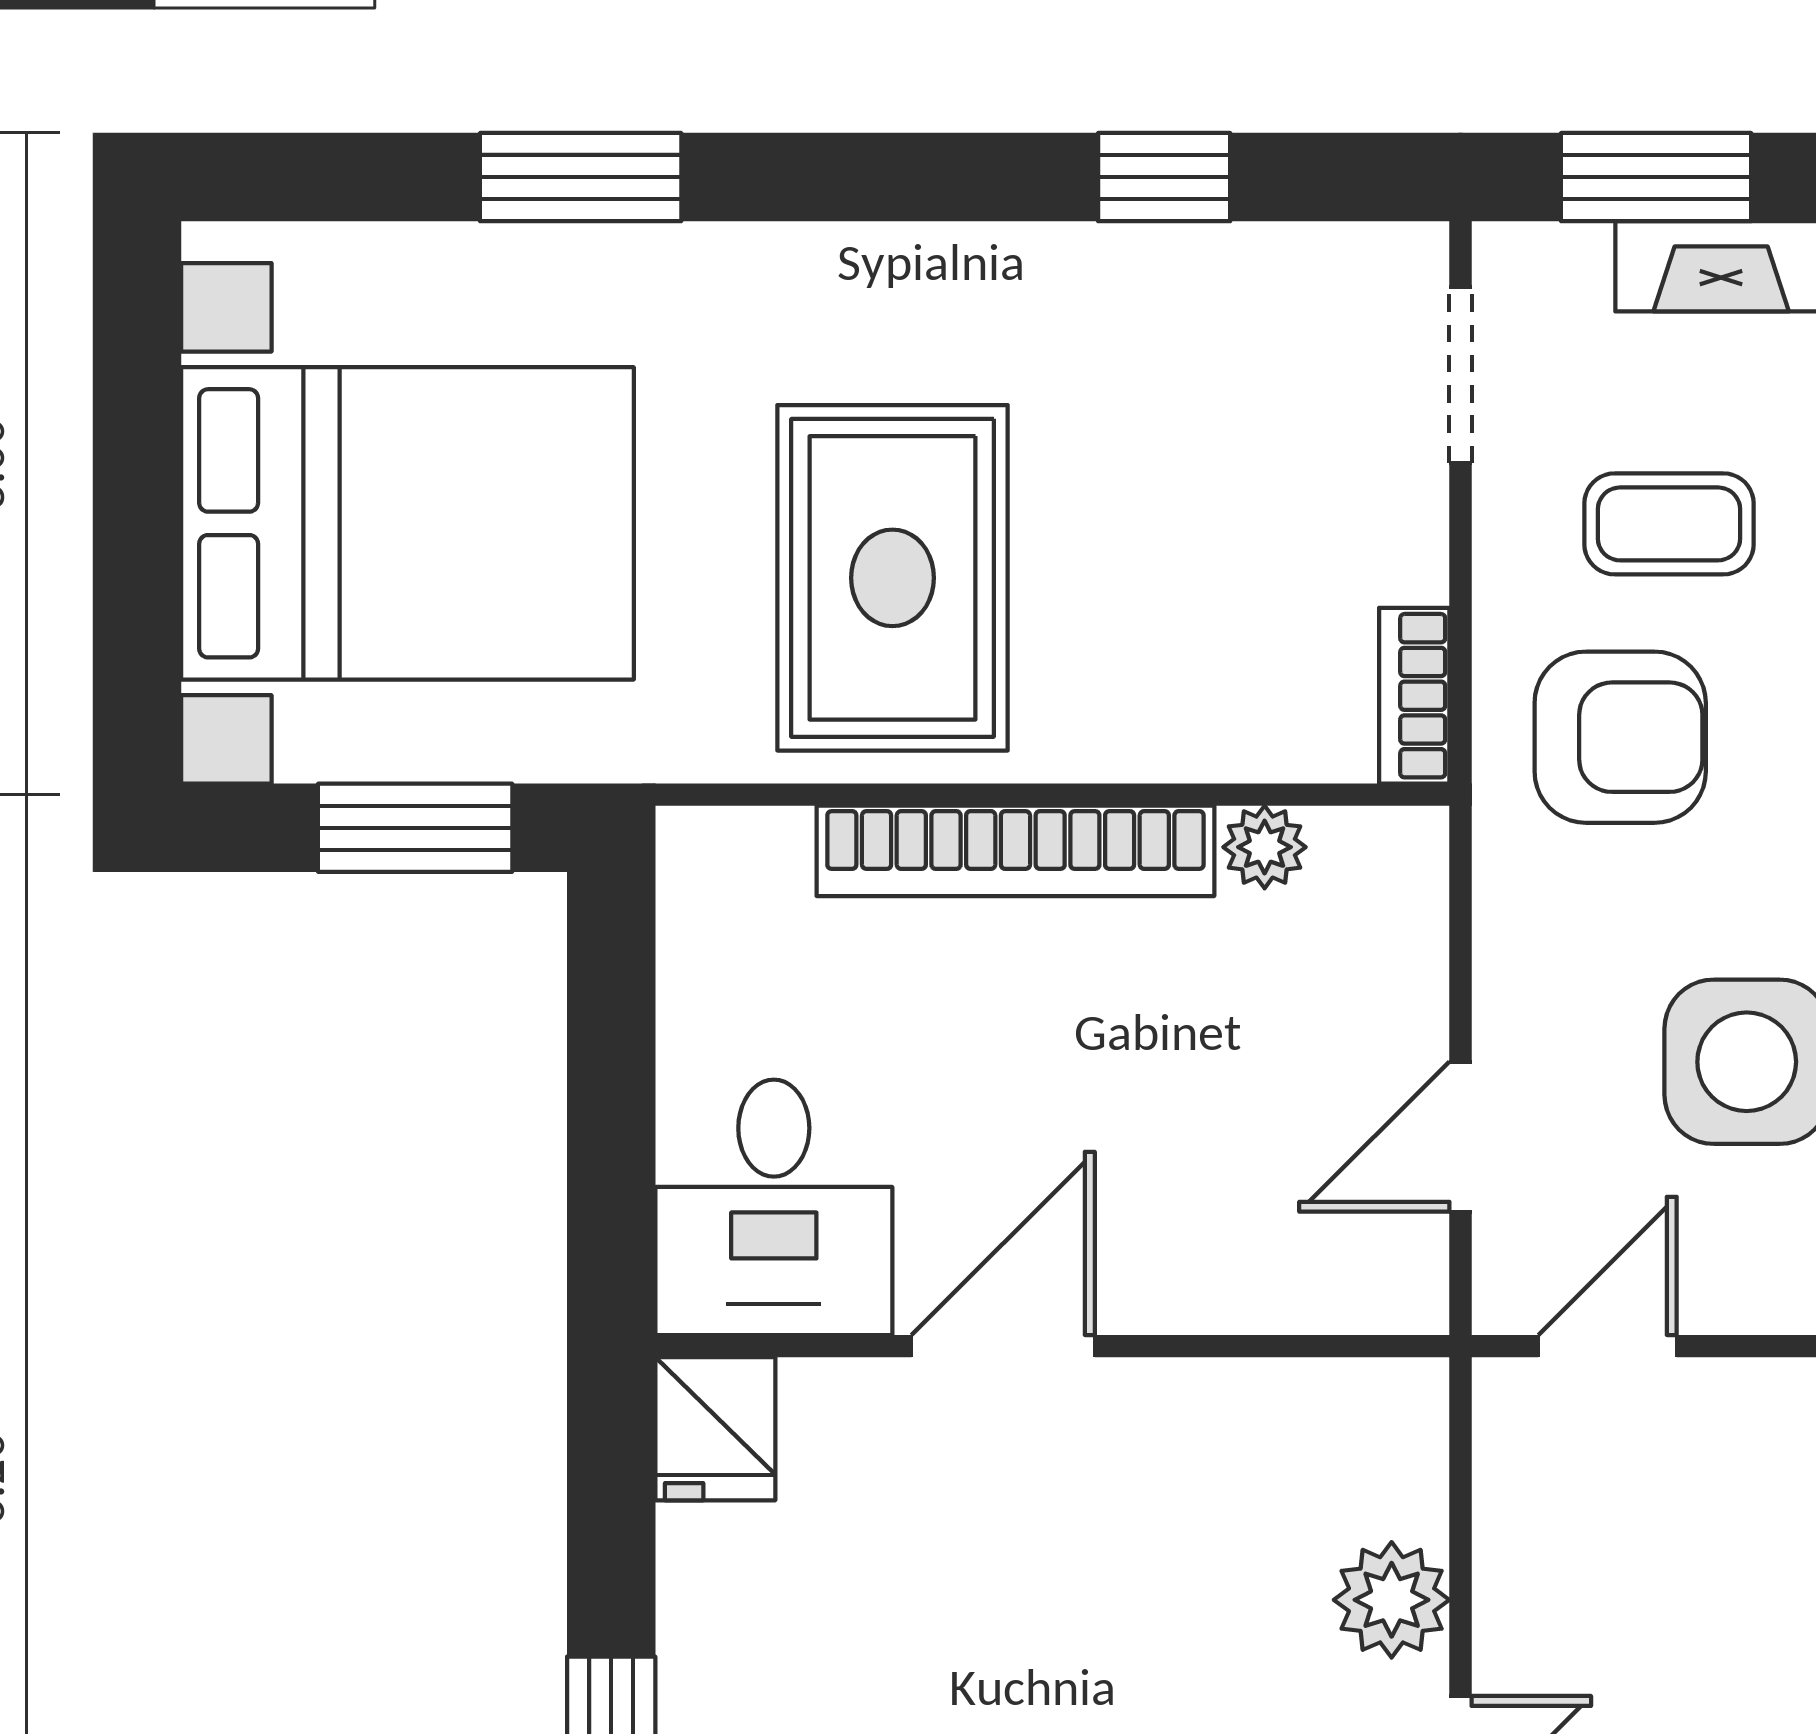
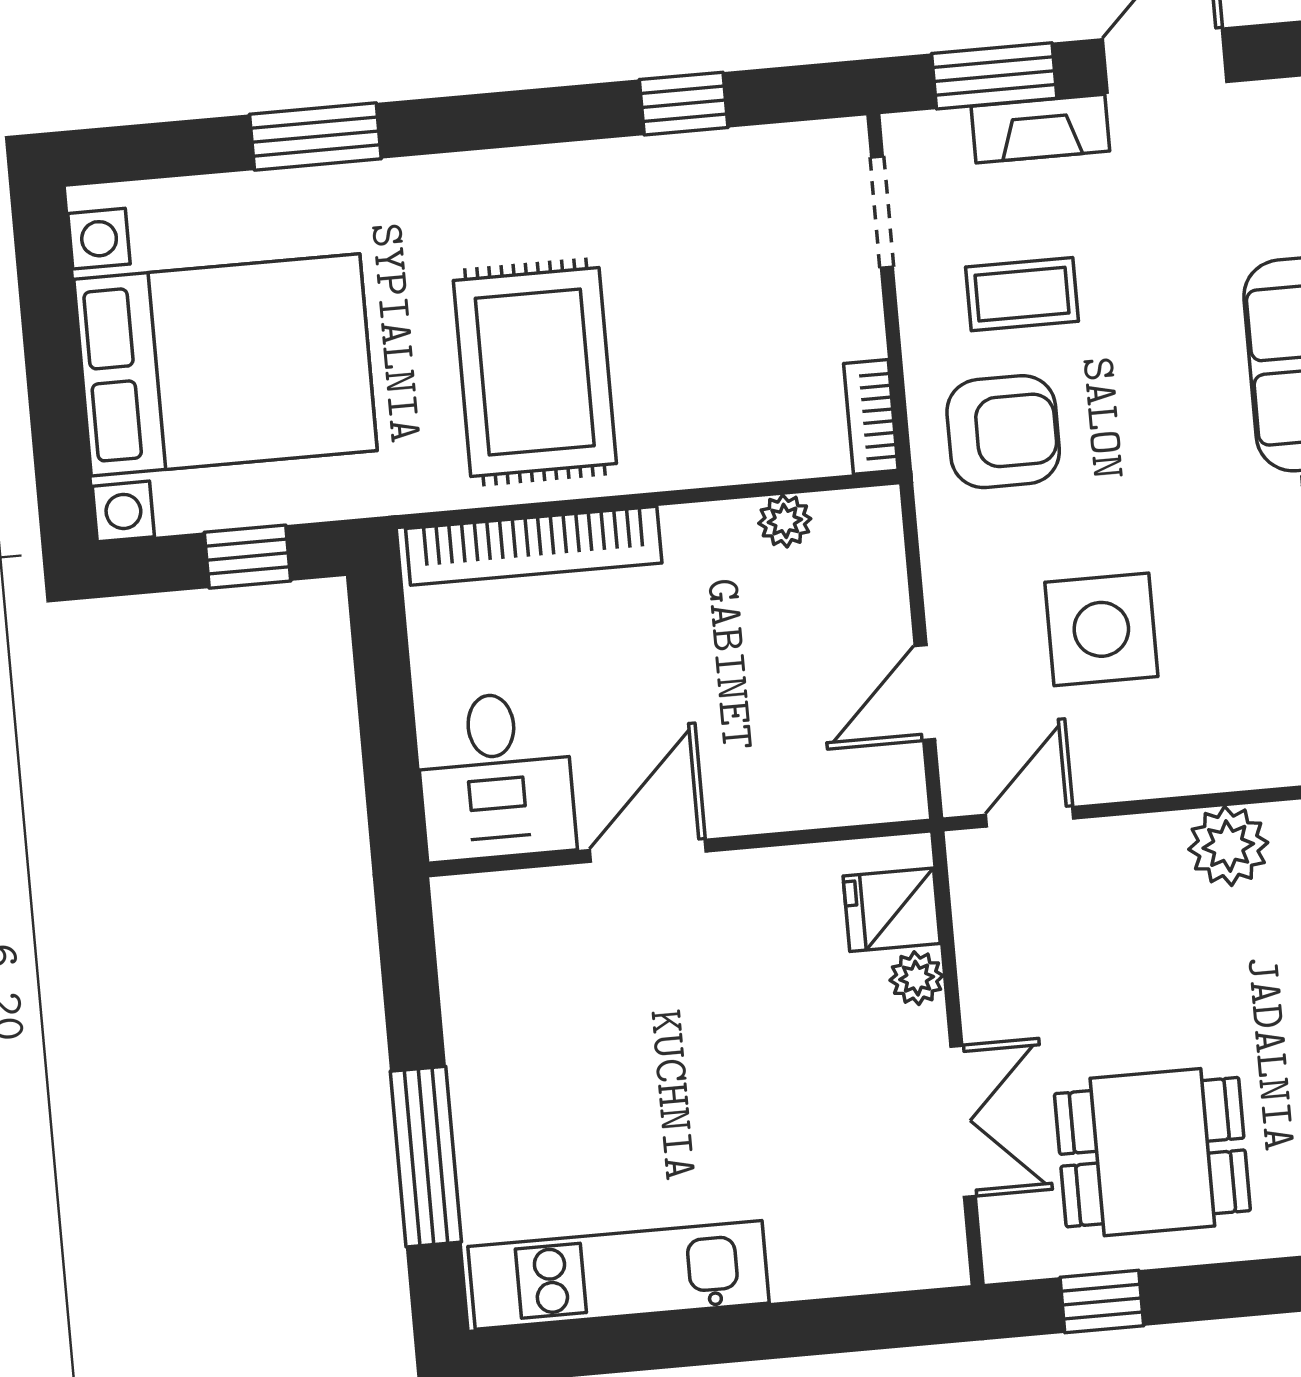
window: (415, 828) -> (248, 557), width x0.67
bookcase: (1015, 851) -> (534, 546), moved
fridge: (715, 1429) -> (892, 910), moved, turned 90
plant: (1392, 1600) -> (917, 978), width x0.73, depth x0.73

